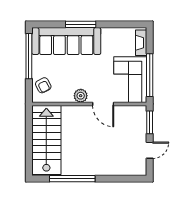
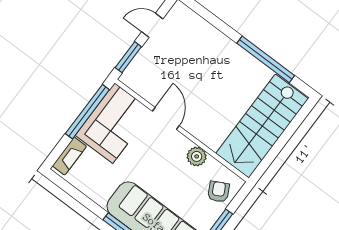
plant: (81, 96) -> (197, 156), moved

